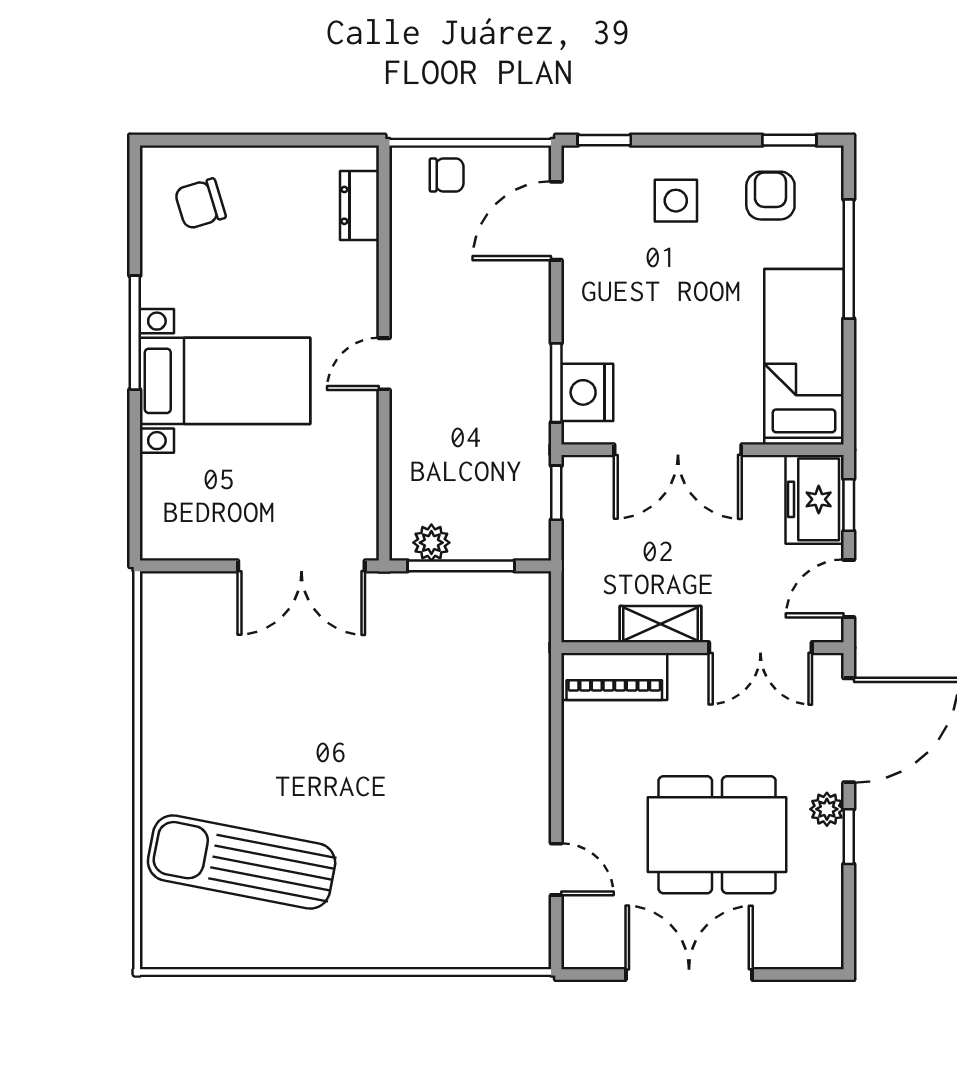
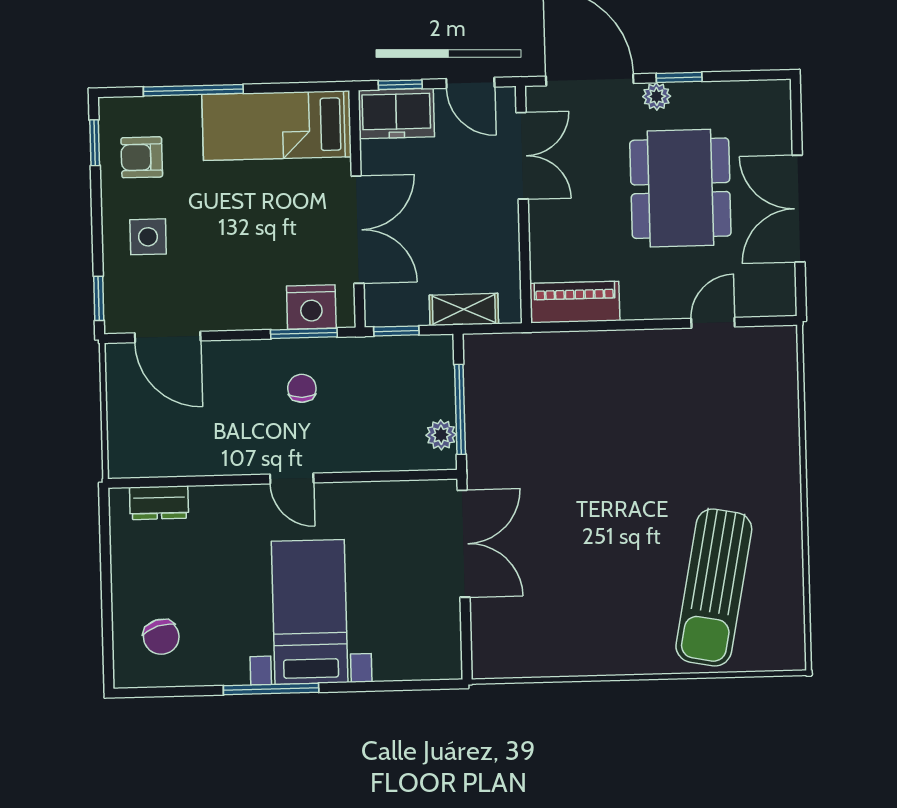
chair: (447, 175) -> (302, 388), moved
shelving: (661, 624) -> (464, 309), moved, turned 90
piano: (614, 676) -> (575, 302), moved, turned -90

